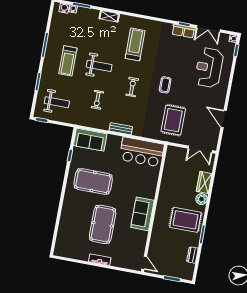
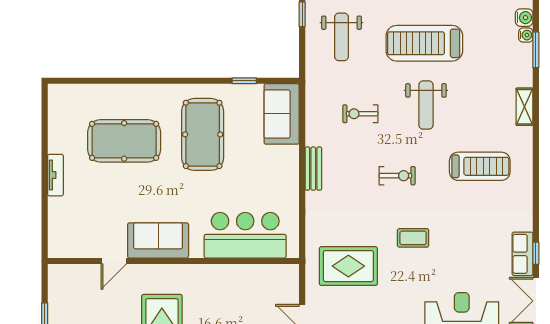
treadmill: (68, 61) -> (424, 43), width x1.37, depth x1.38
bar counter: (142, 152) -> (245, 235), moved, turned 90
pool table: (103, 224) -> (124, 141), moved
door: (144, 263) -> (114, 261), moved

